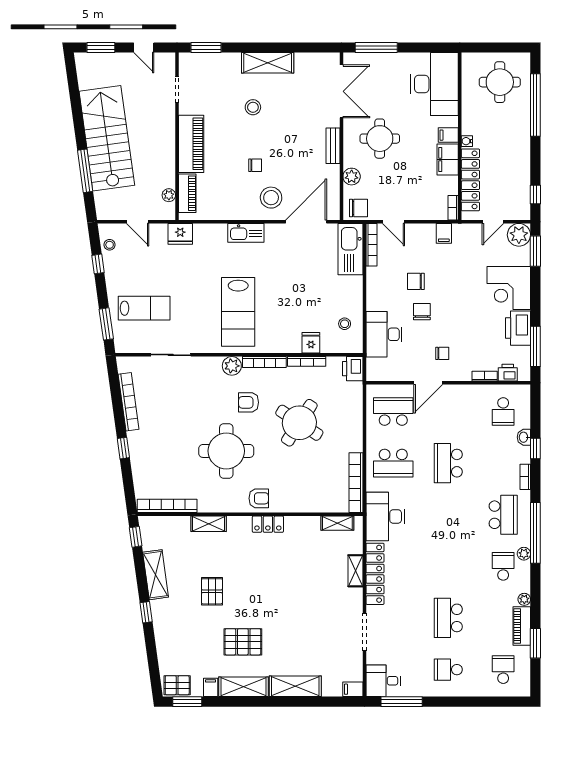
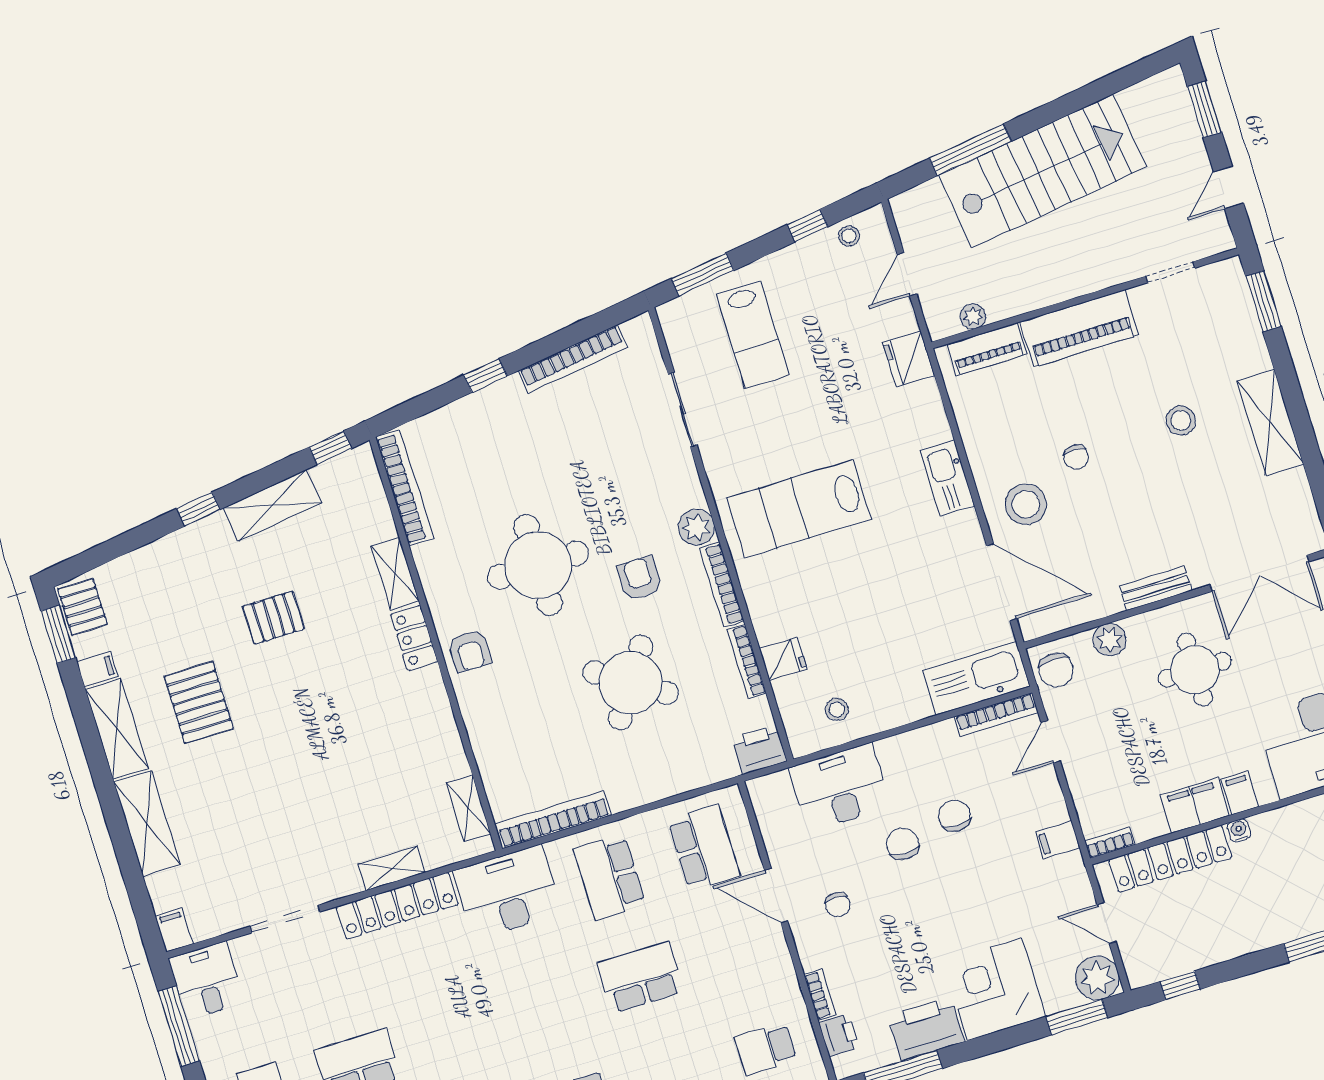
chair: (422, 312) -> (902, 844), turned -90
locker: (268, 524) -> (414, 638), moved

